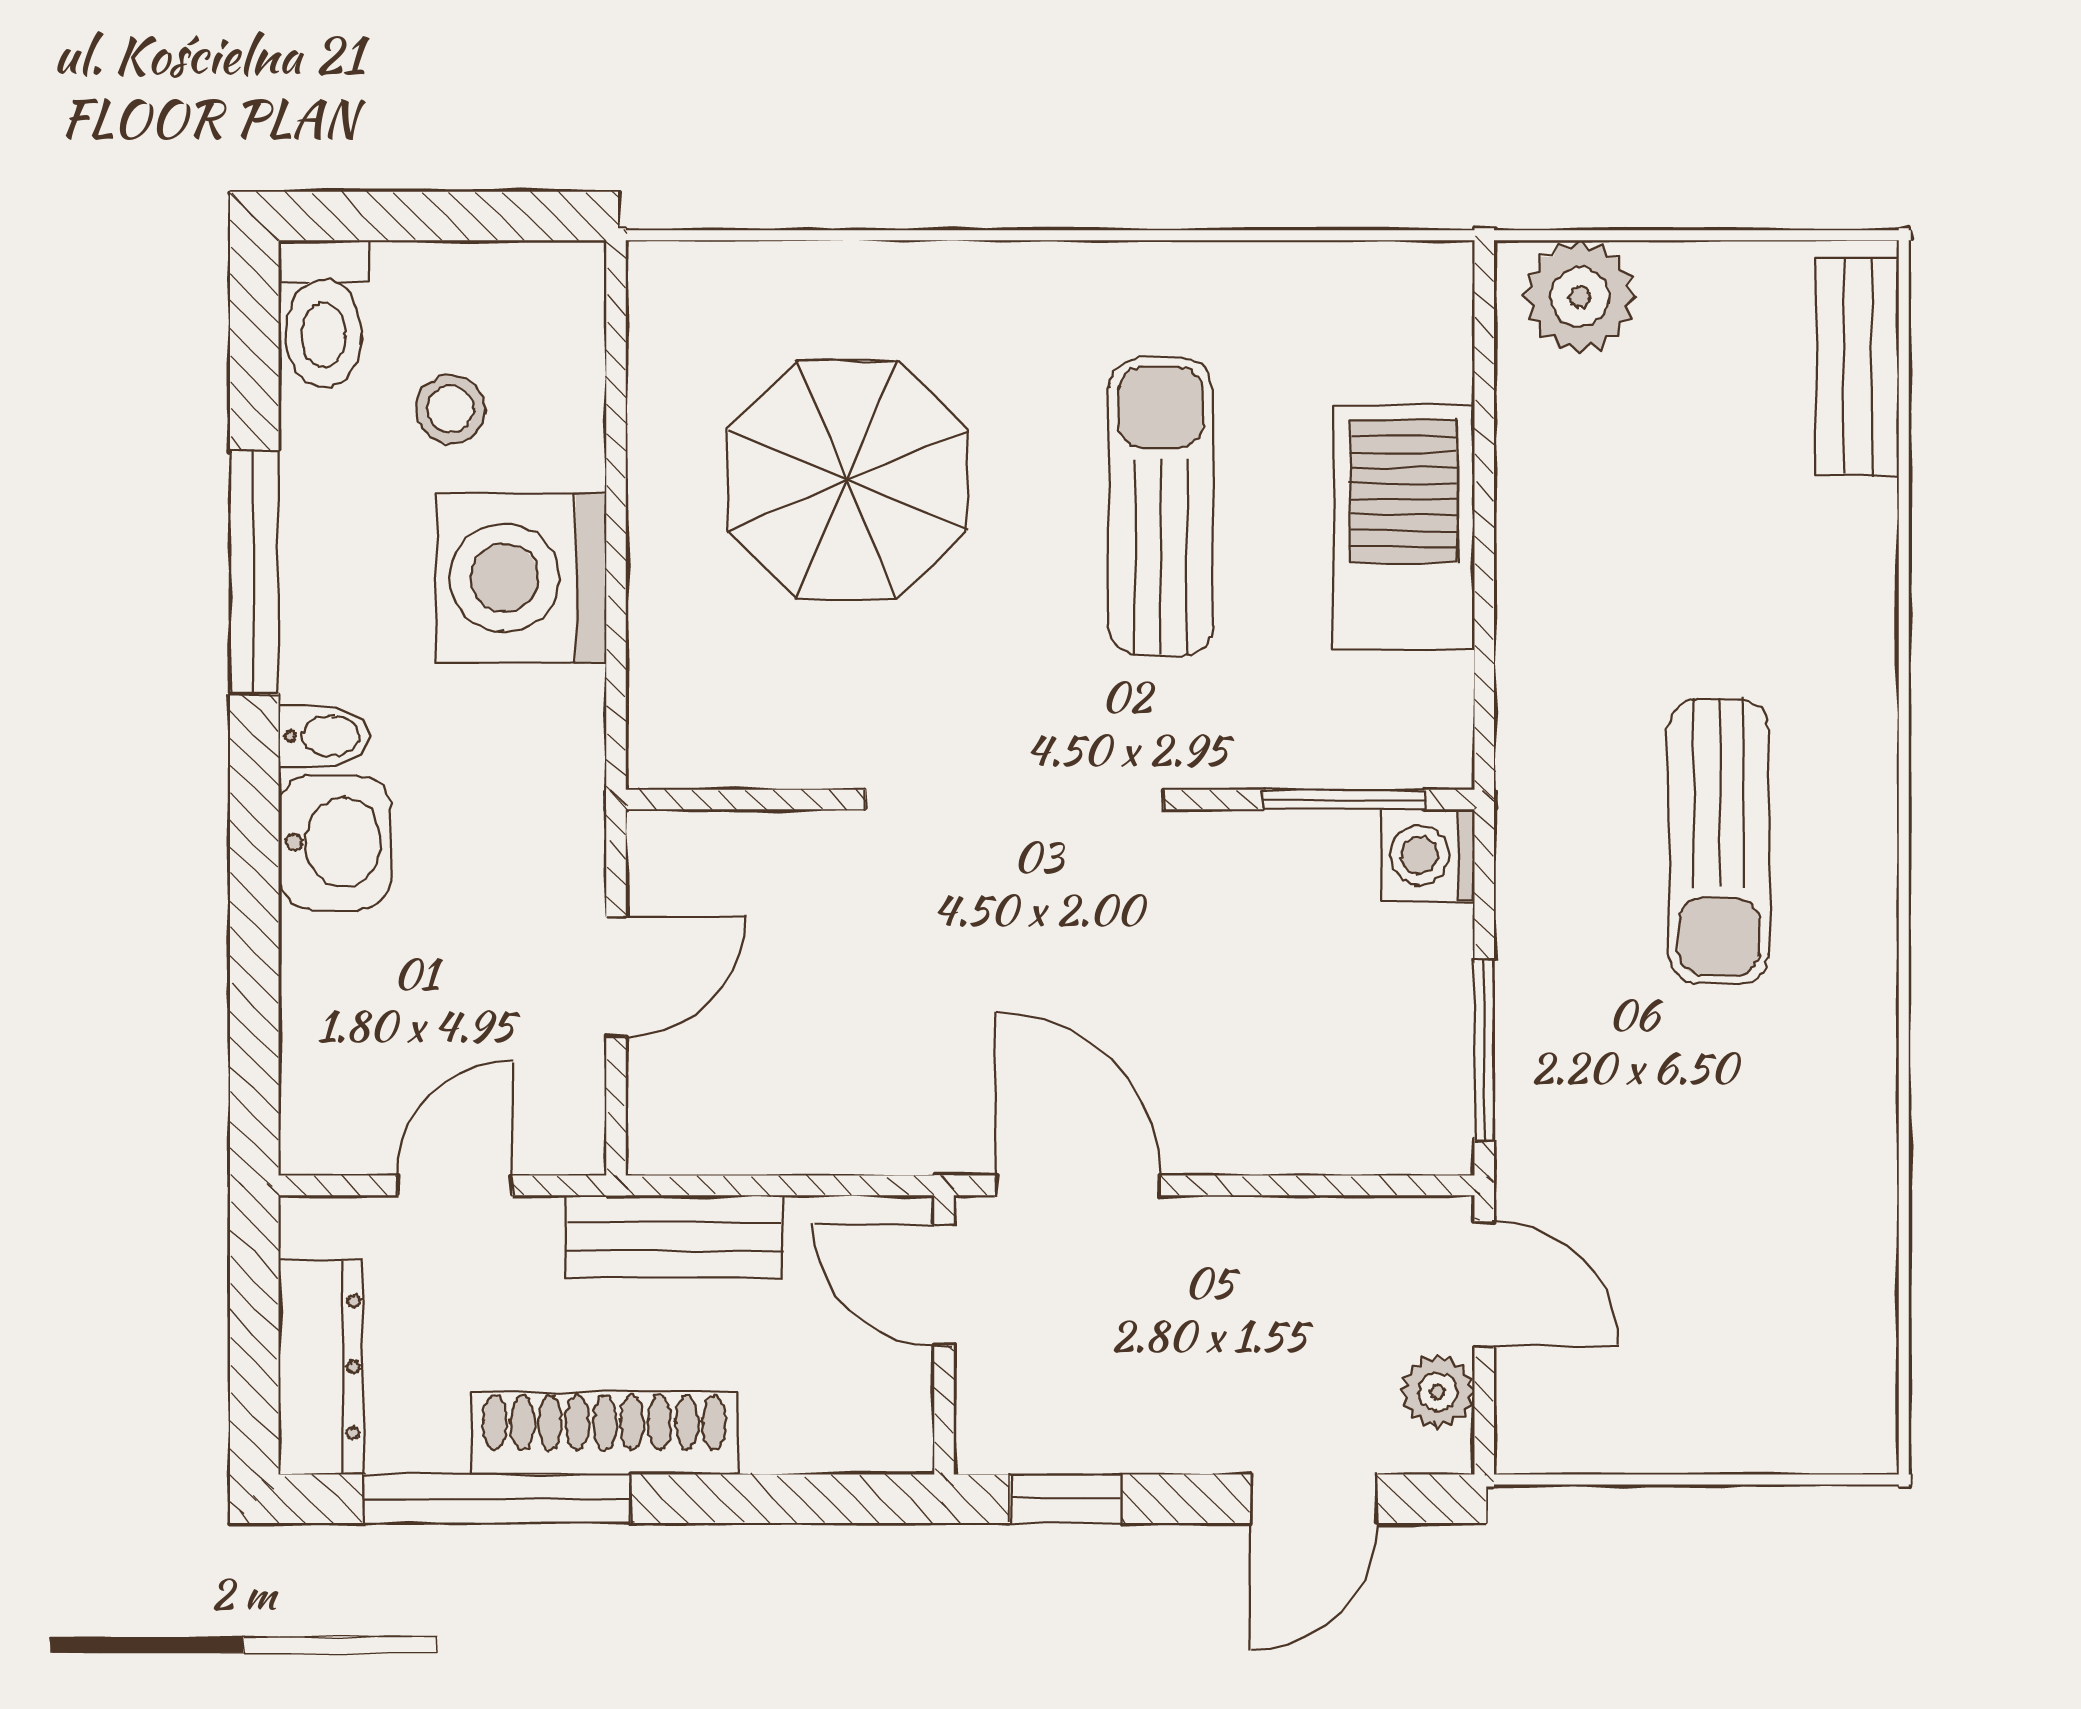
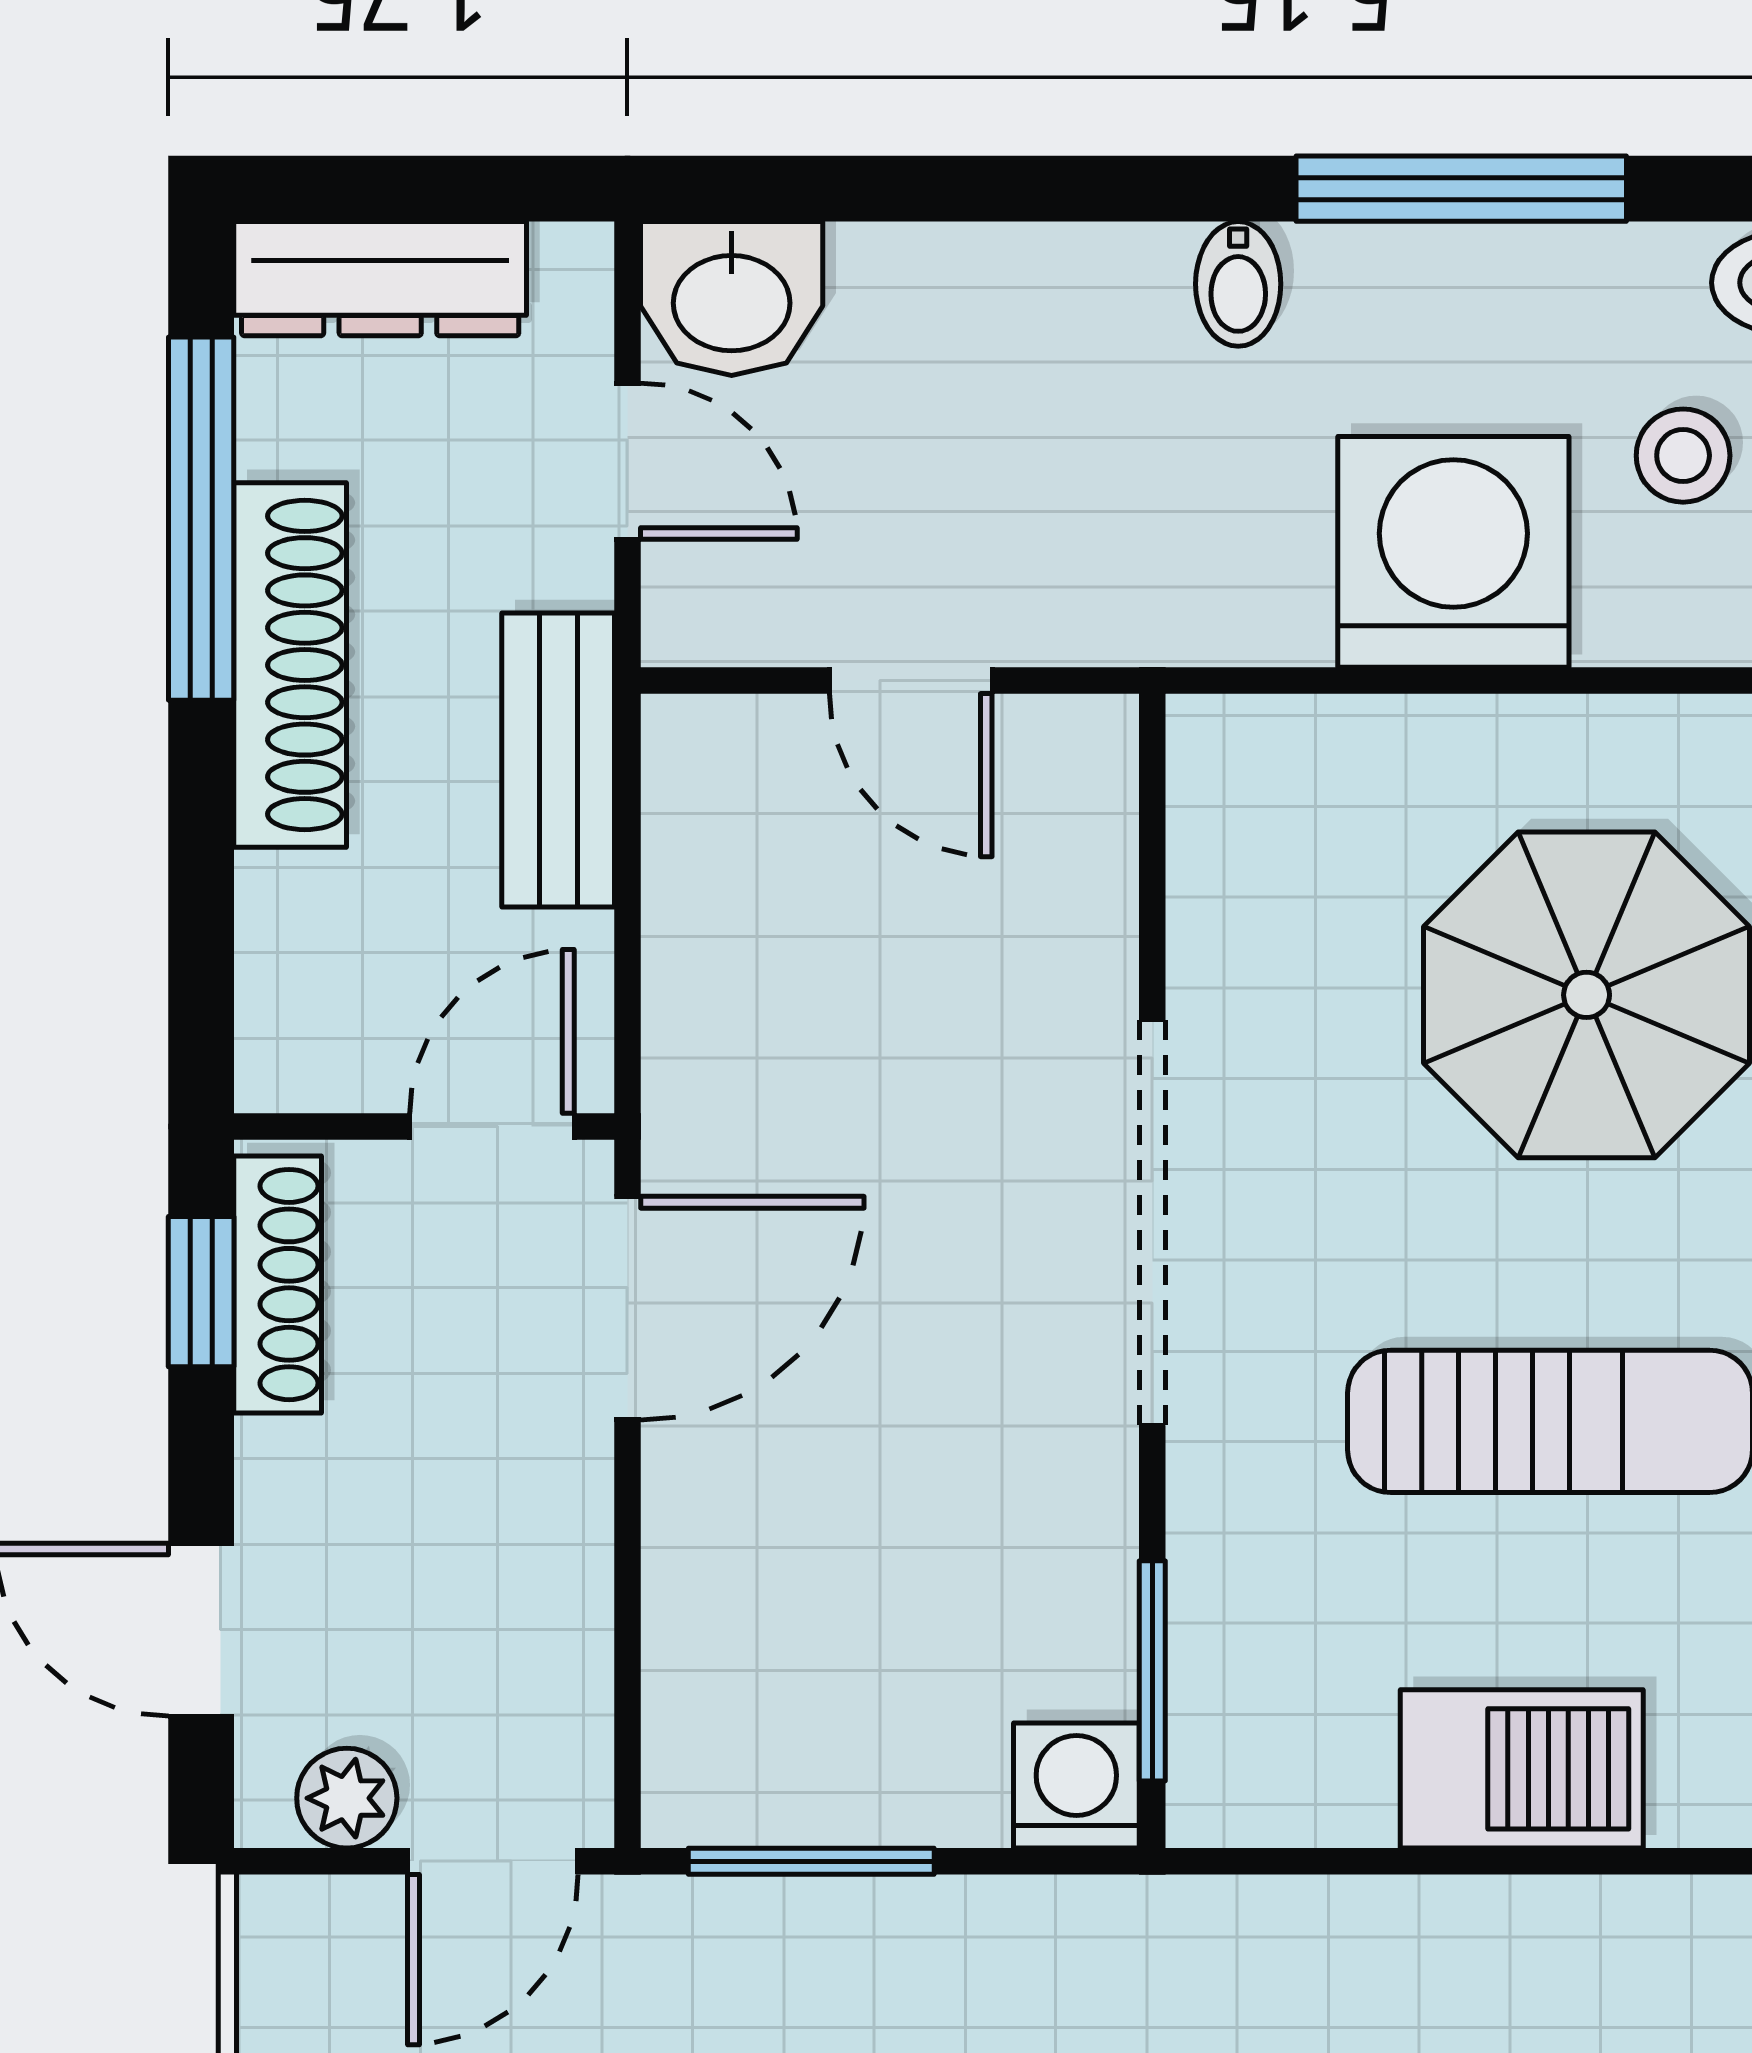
barbecue: (1404, 528) -> (1522, 1769), width x0.73, depth x0.83
washbasin: (335, 842) -> (732, 298), moved
shoe rack: (1060, 1443) -> (278, 1285), added

